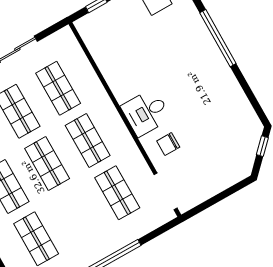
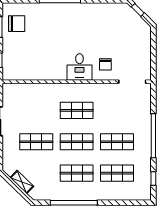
shop shelf: (58, 88) -> (36, 110), removed
shop shelf: (117, 193) -> (117, 142), moved

